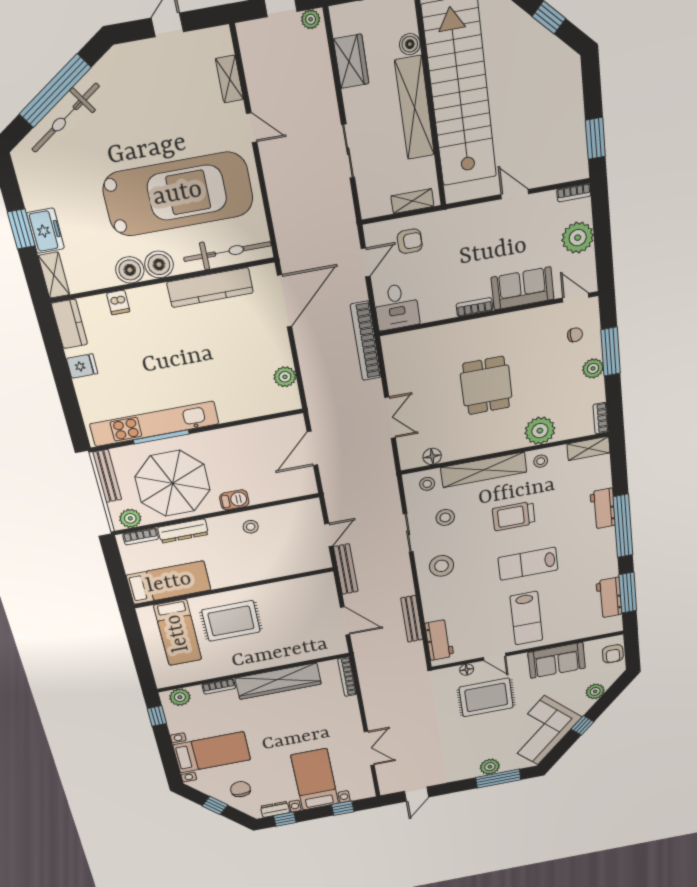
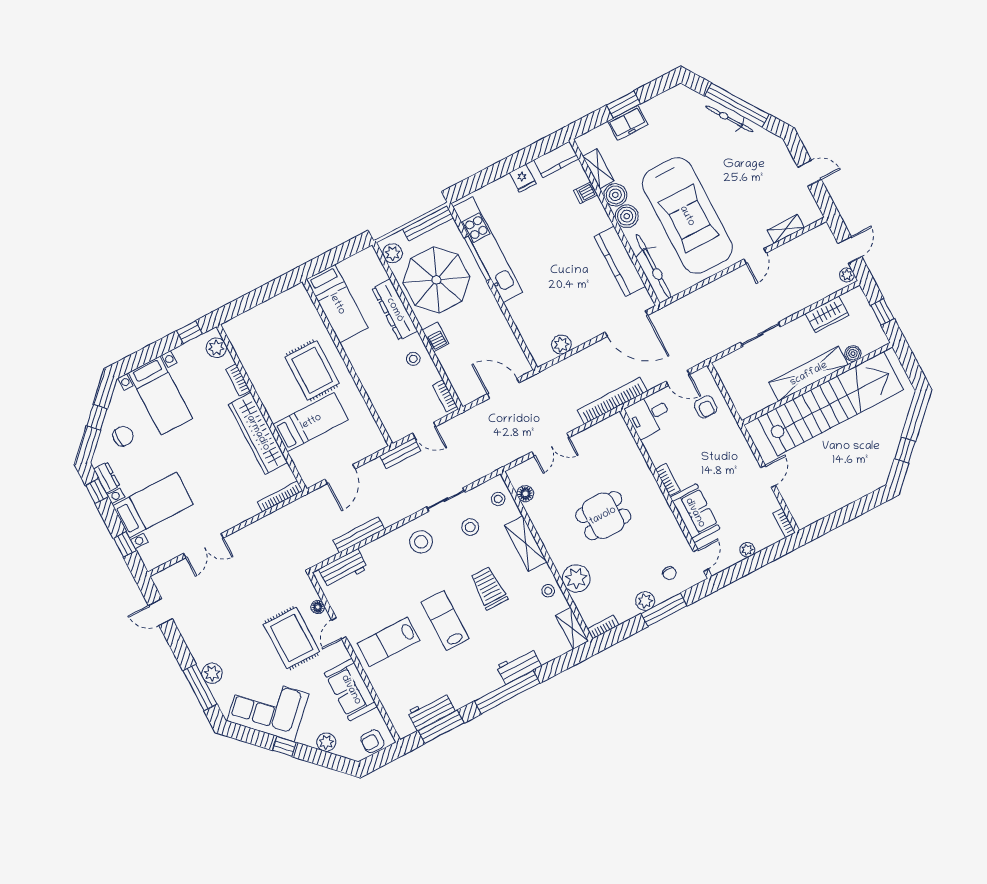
bicycle: (65, 118) -> (729, 119), width x0.73, depth x0.71
window: (595, 138) -> (830, 522), removed
shelving: (412, 201) -> (738, 398), removed
plant: (578, 238) -> (747, 550), width x0.53, depth x0.53
shelving: (54, 275) -> (598, 169), moved, turned 90
shelving: (484, 470) -> (526, 544), width x0.68
dresser: (183, 531) -> (395, 310), width x1.37, depth x1.24
bookcase: (141, 536) -> (445, 396), moved
bench: (346, 569) -> (400, 453), width x0.73
bed: (178, 633) -> (311, 422), moved, turned 180

